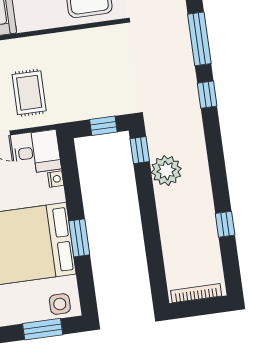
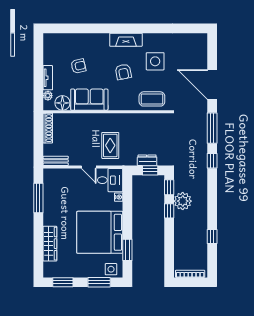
dresser: (96, 109) -> (147, 160), added
window: (145, 191) -> (169, 211), added
window: (79, 238) -> (127, 250), moved

